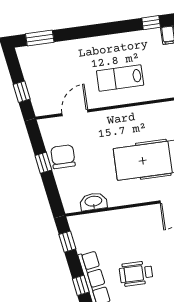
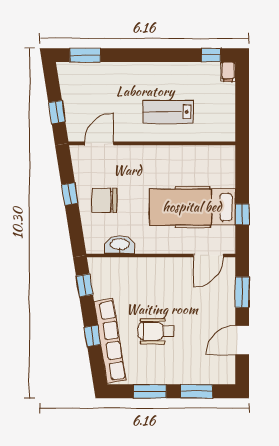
door: (75, 113) -> (99, 143), moved
chair: (63, 157) -> (105, 201), moved, turned -90

